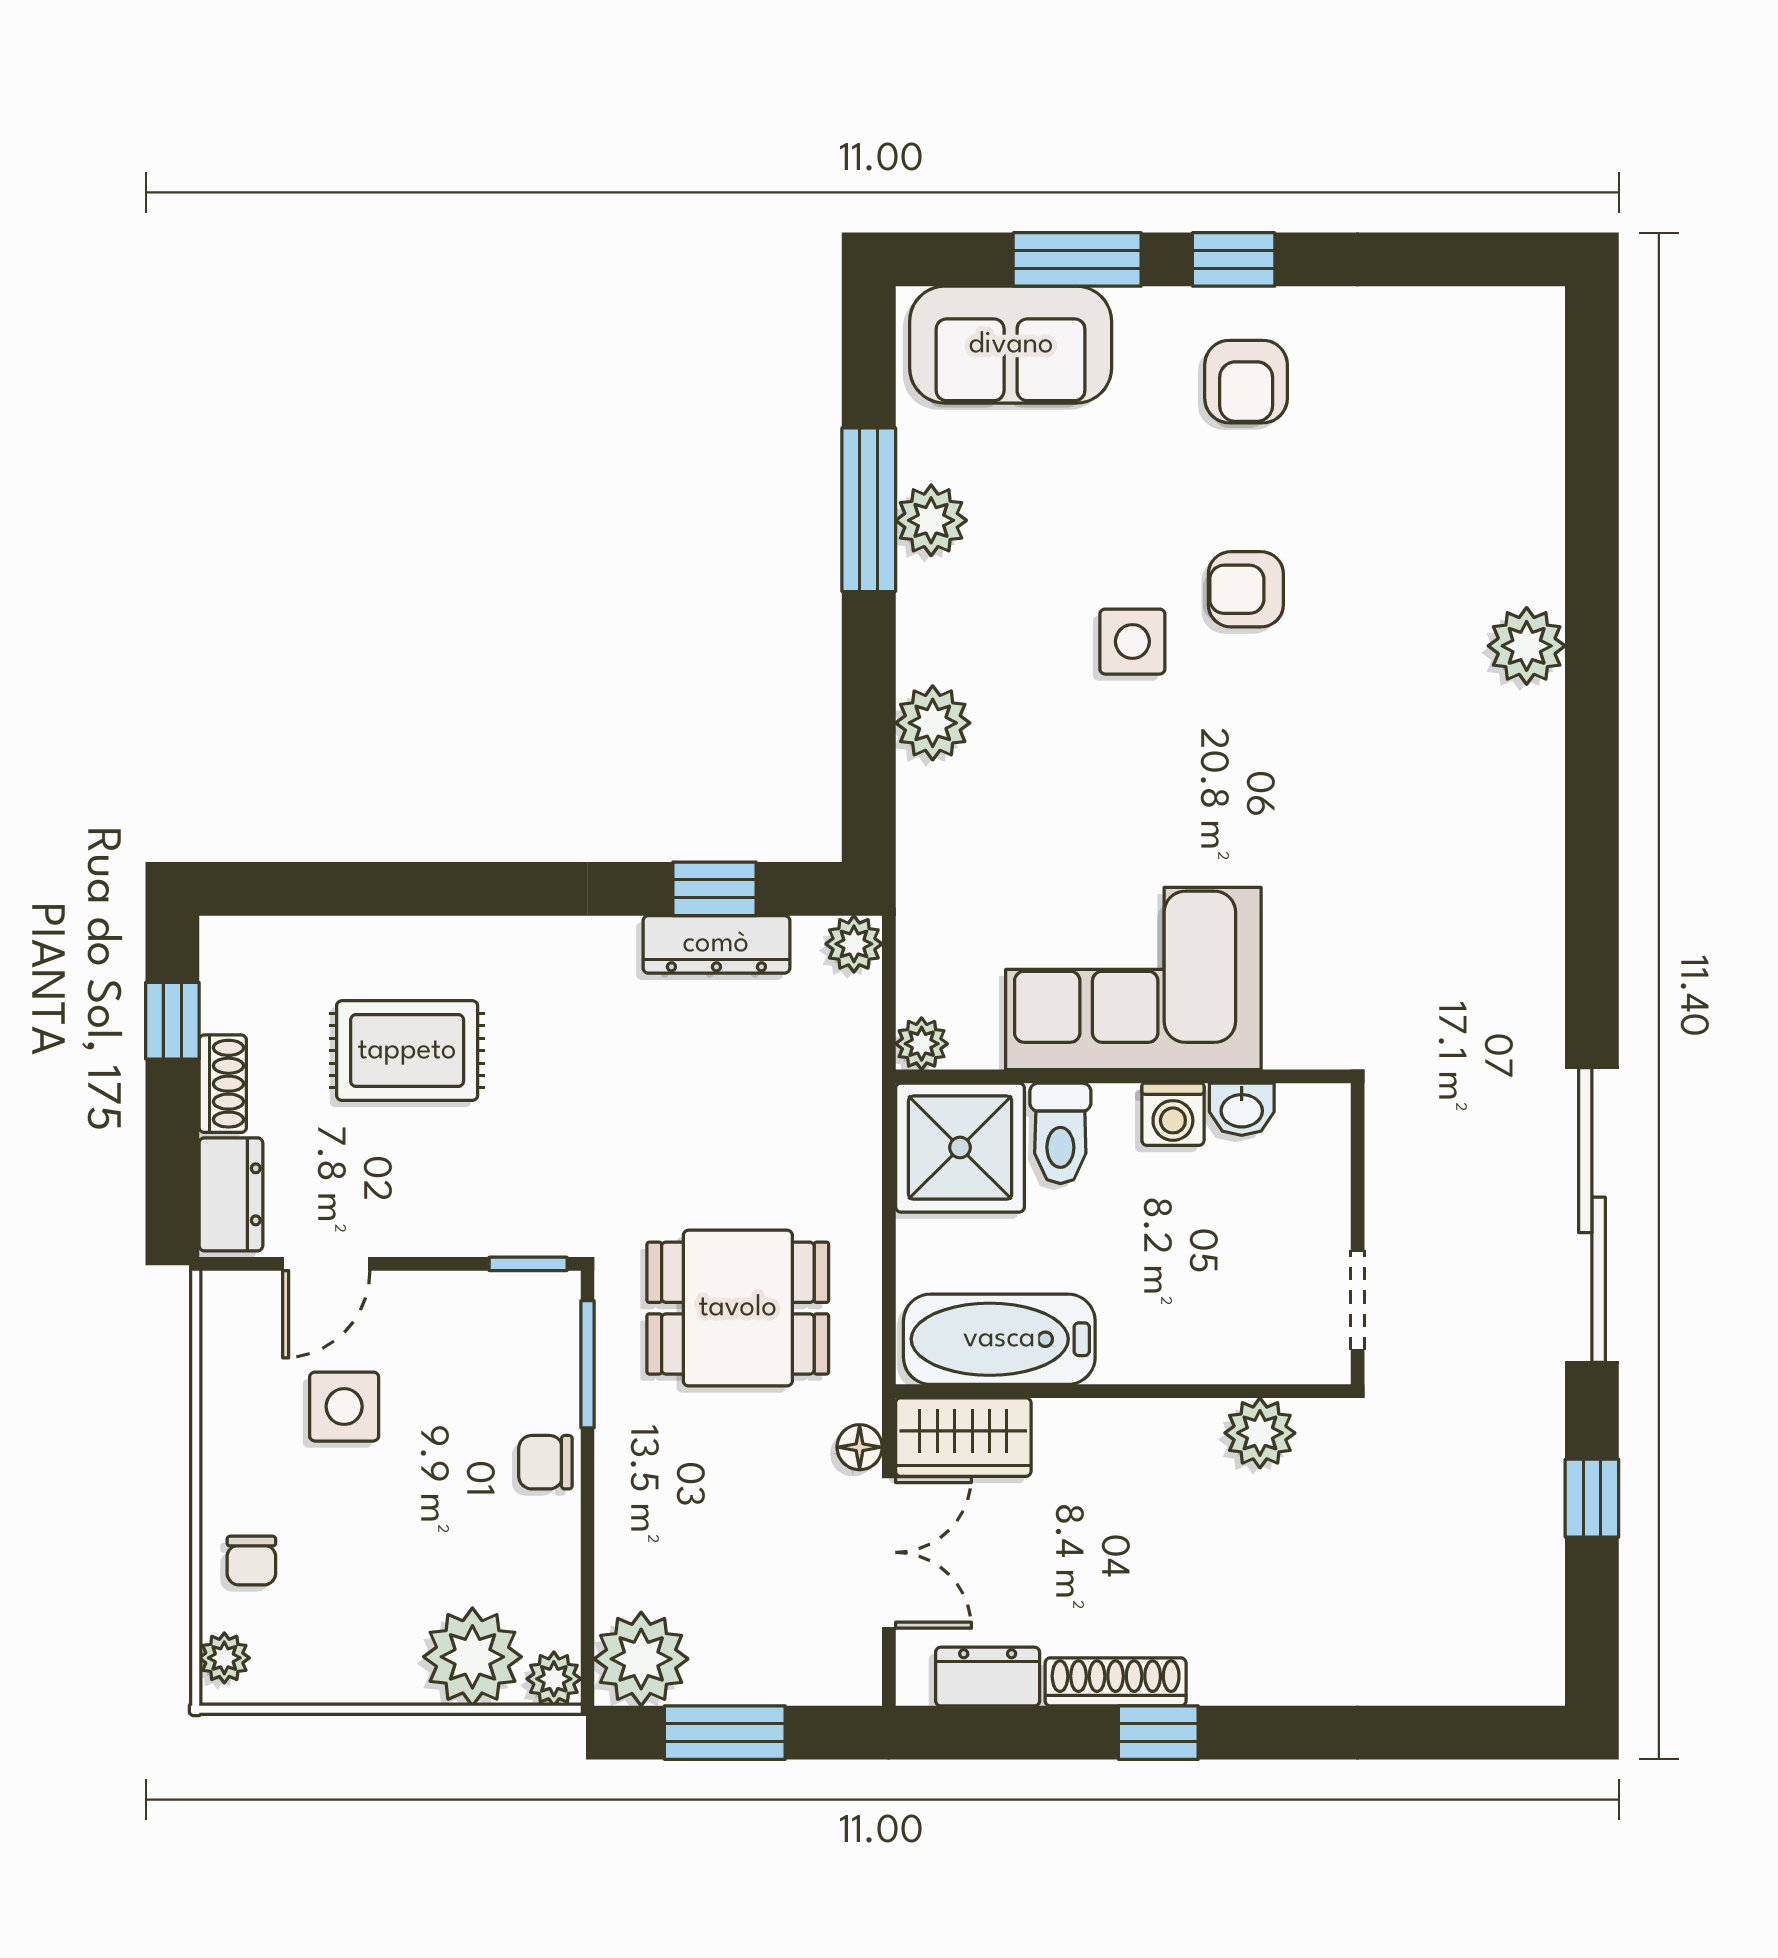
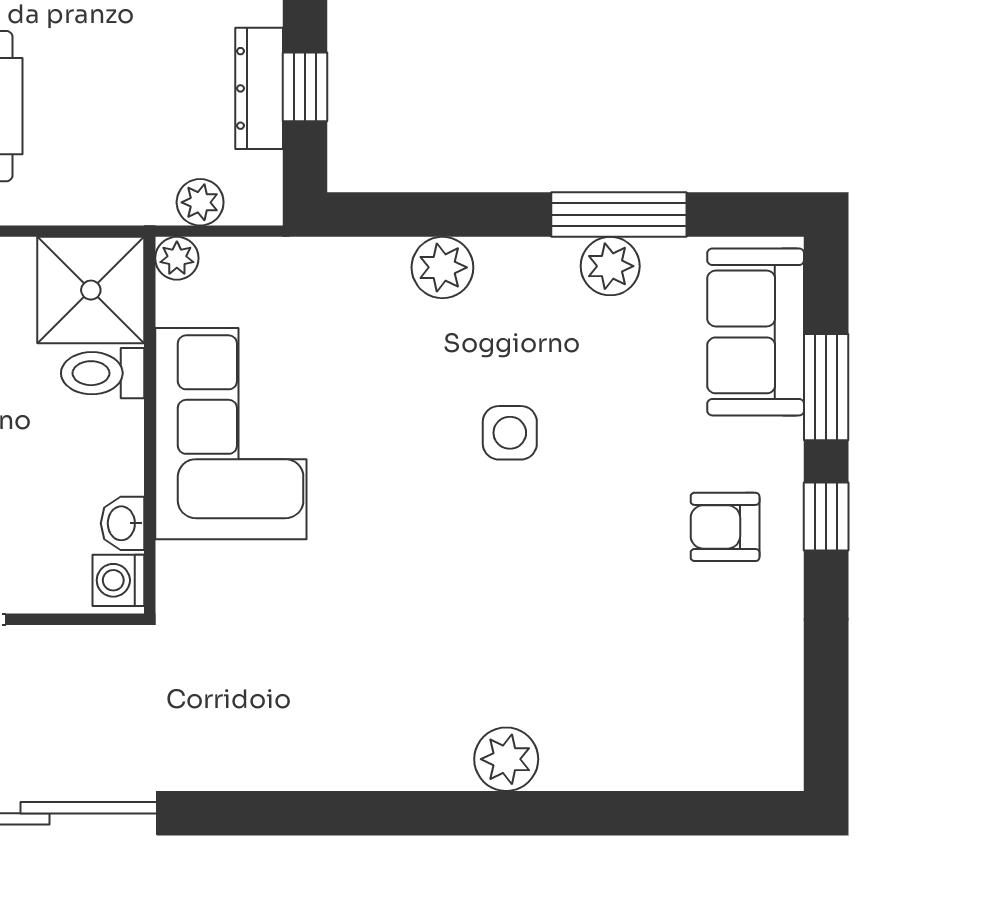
armchair: (1246, 589) -> (553, 527), removed
plant: (854, 944) -> (200, 202), moved
washing machine: (1173, 1114) -> (118, 580), moved

